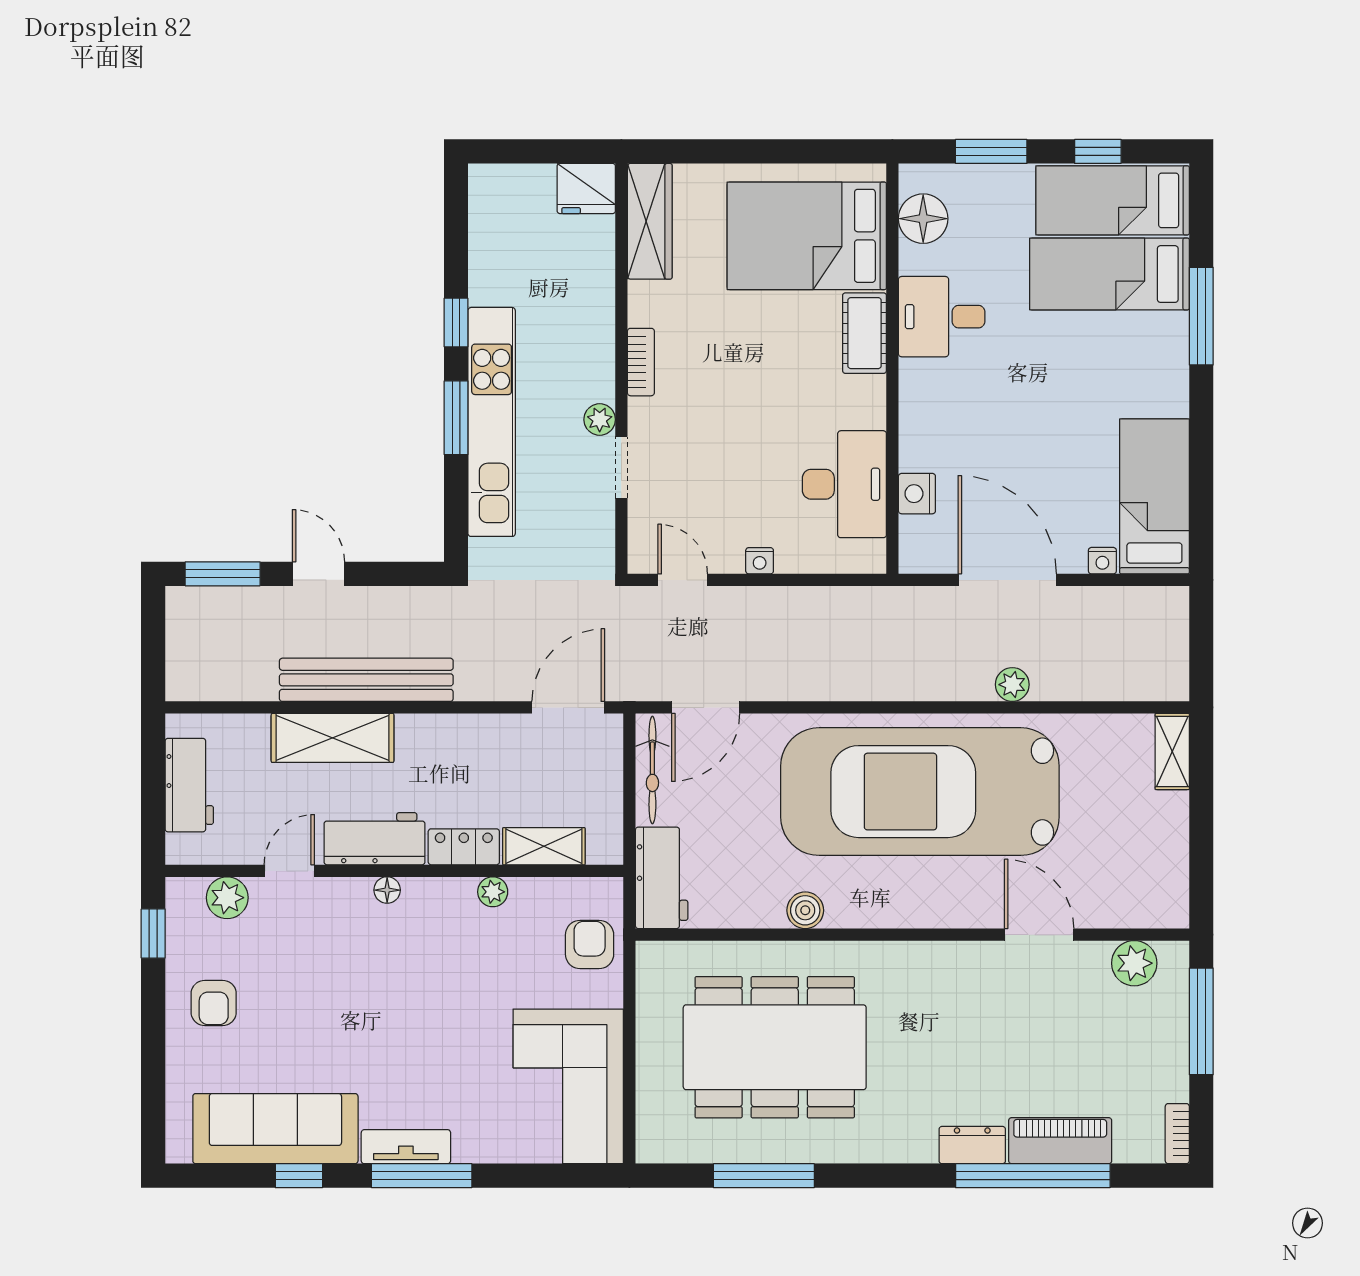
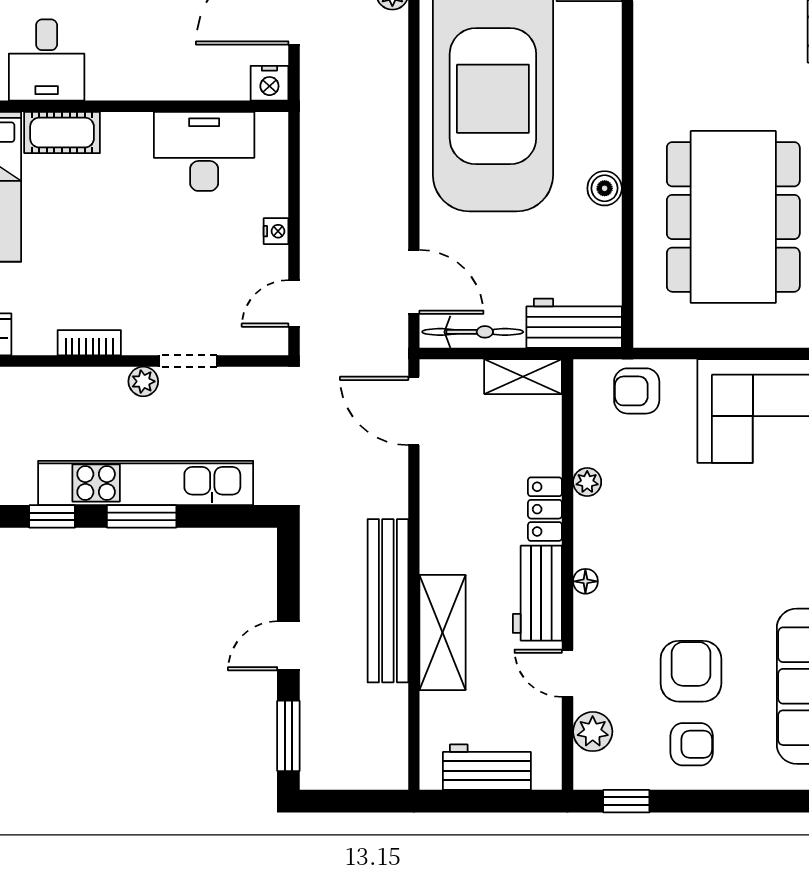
nightstand: (917, 494) -> (269, 83), moved
shelving: (544, 846) -> (523, 377), moved, turned 90
armchair: (291, 1002) -> (691, 671), added

